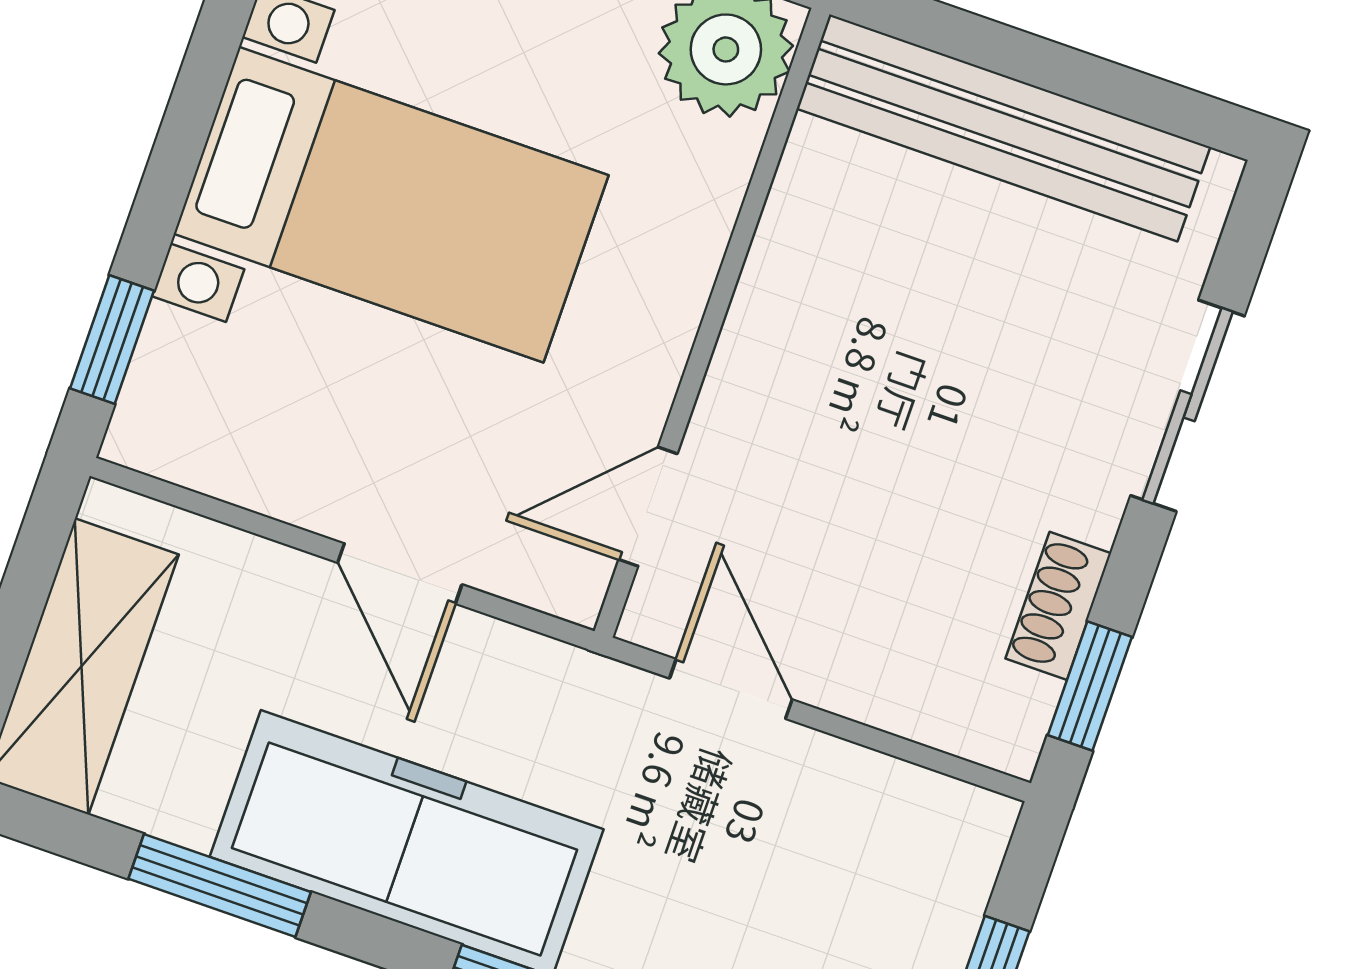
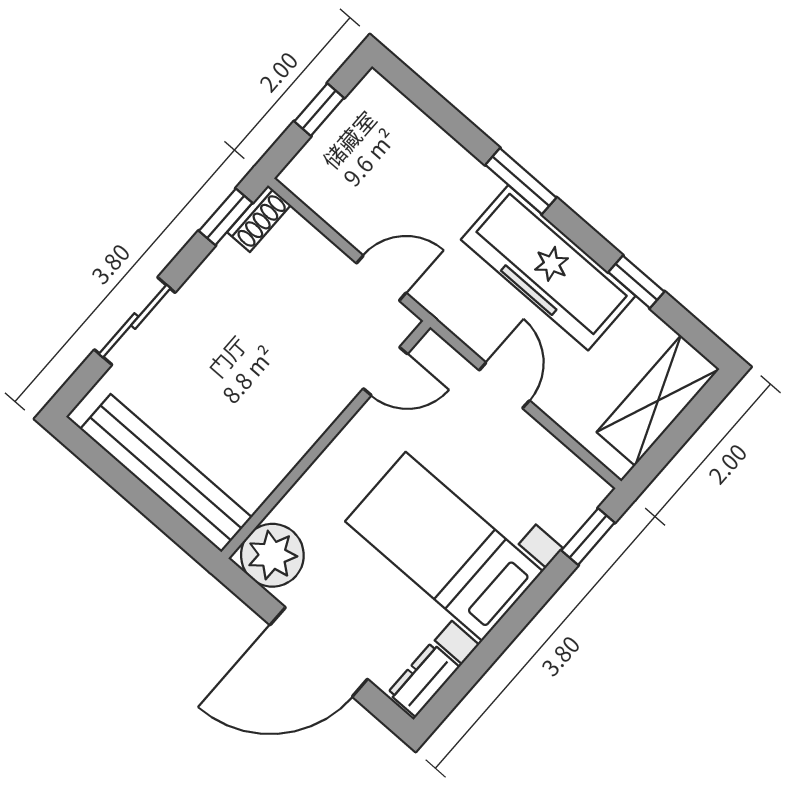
shoe rack: (1058, 606) -> (259, 219), moved
door: (731, 689) -> (381, 278), swing flipped
window: (220, 885) -> (636, 282), width x0.67

